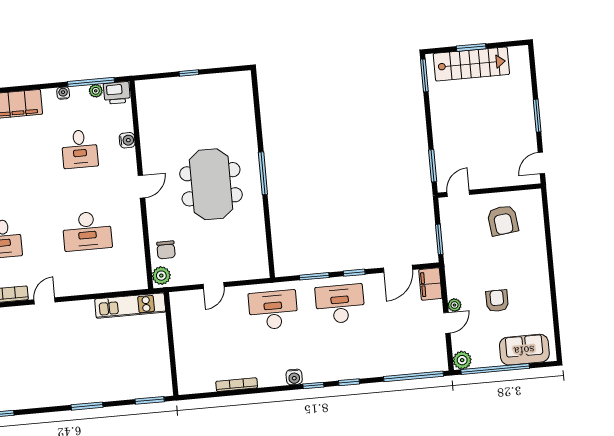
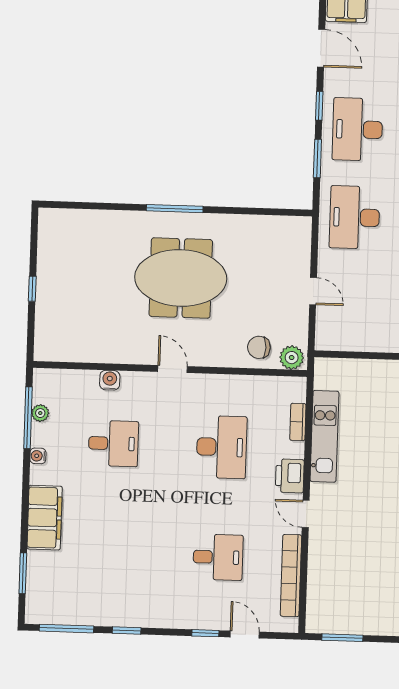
printer: (117, 93) -> (290, 476), moved, turned 180
chair: (166, 250) -> (259, 347), turned 180
bookcase: (113, 286) -> (298, 422), added
kitchen unit: (130, 306) -> (324, 436), moved

